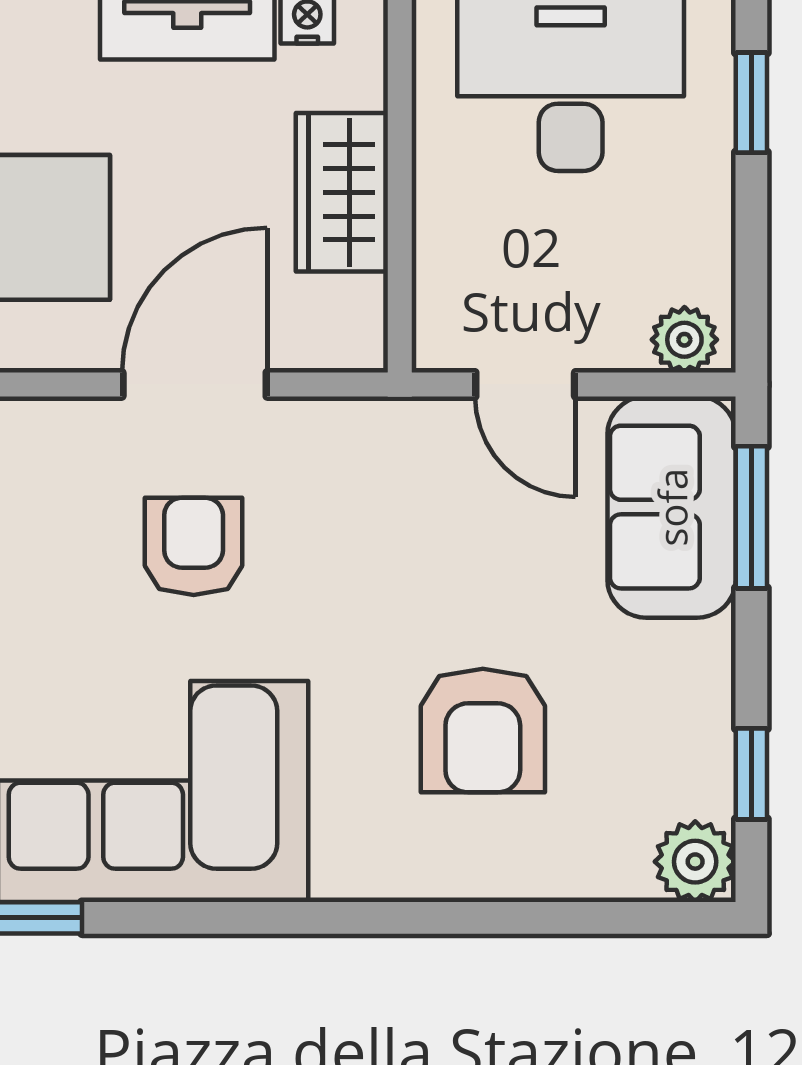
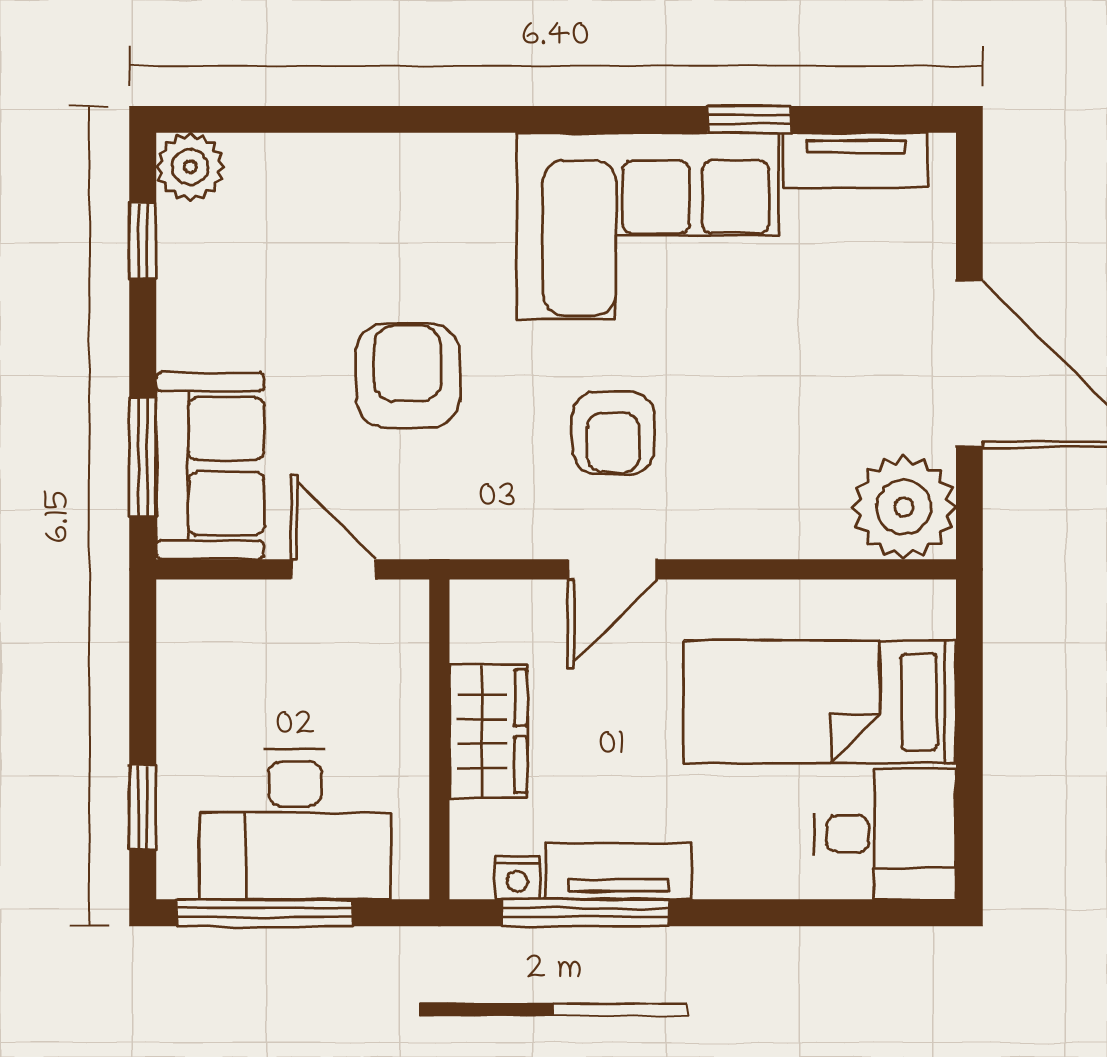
plant: (684, 340) -> (199, 607), removed
door: (195, 384) -> (612, 569), width x0.73
armchair: (483, 730) -> (408, 376), moved

